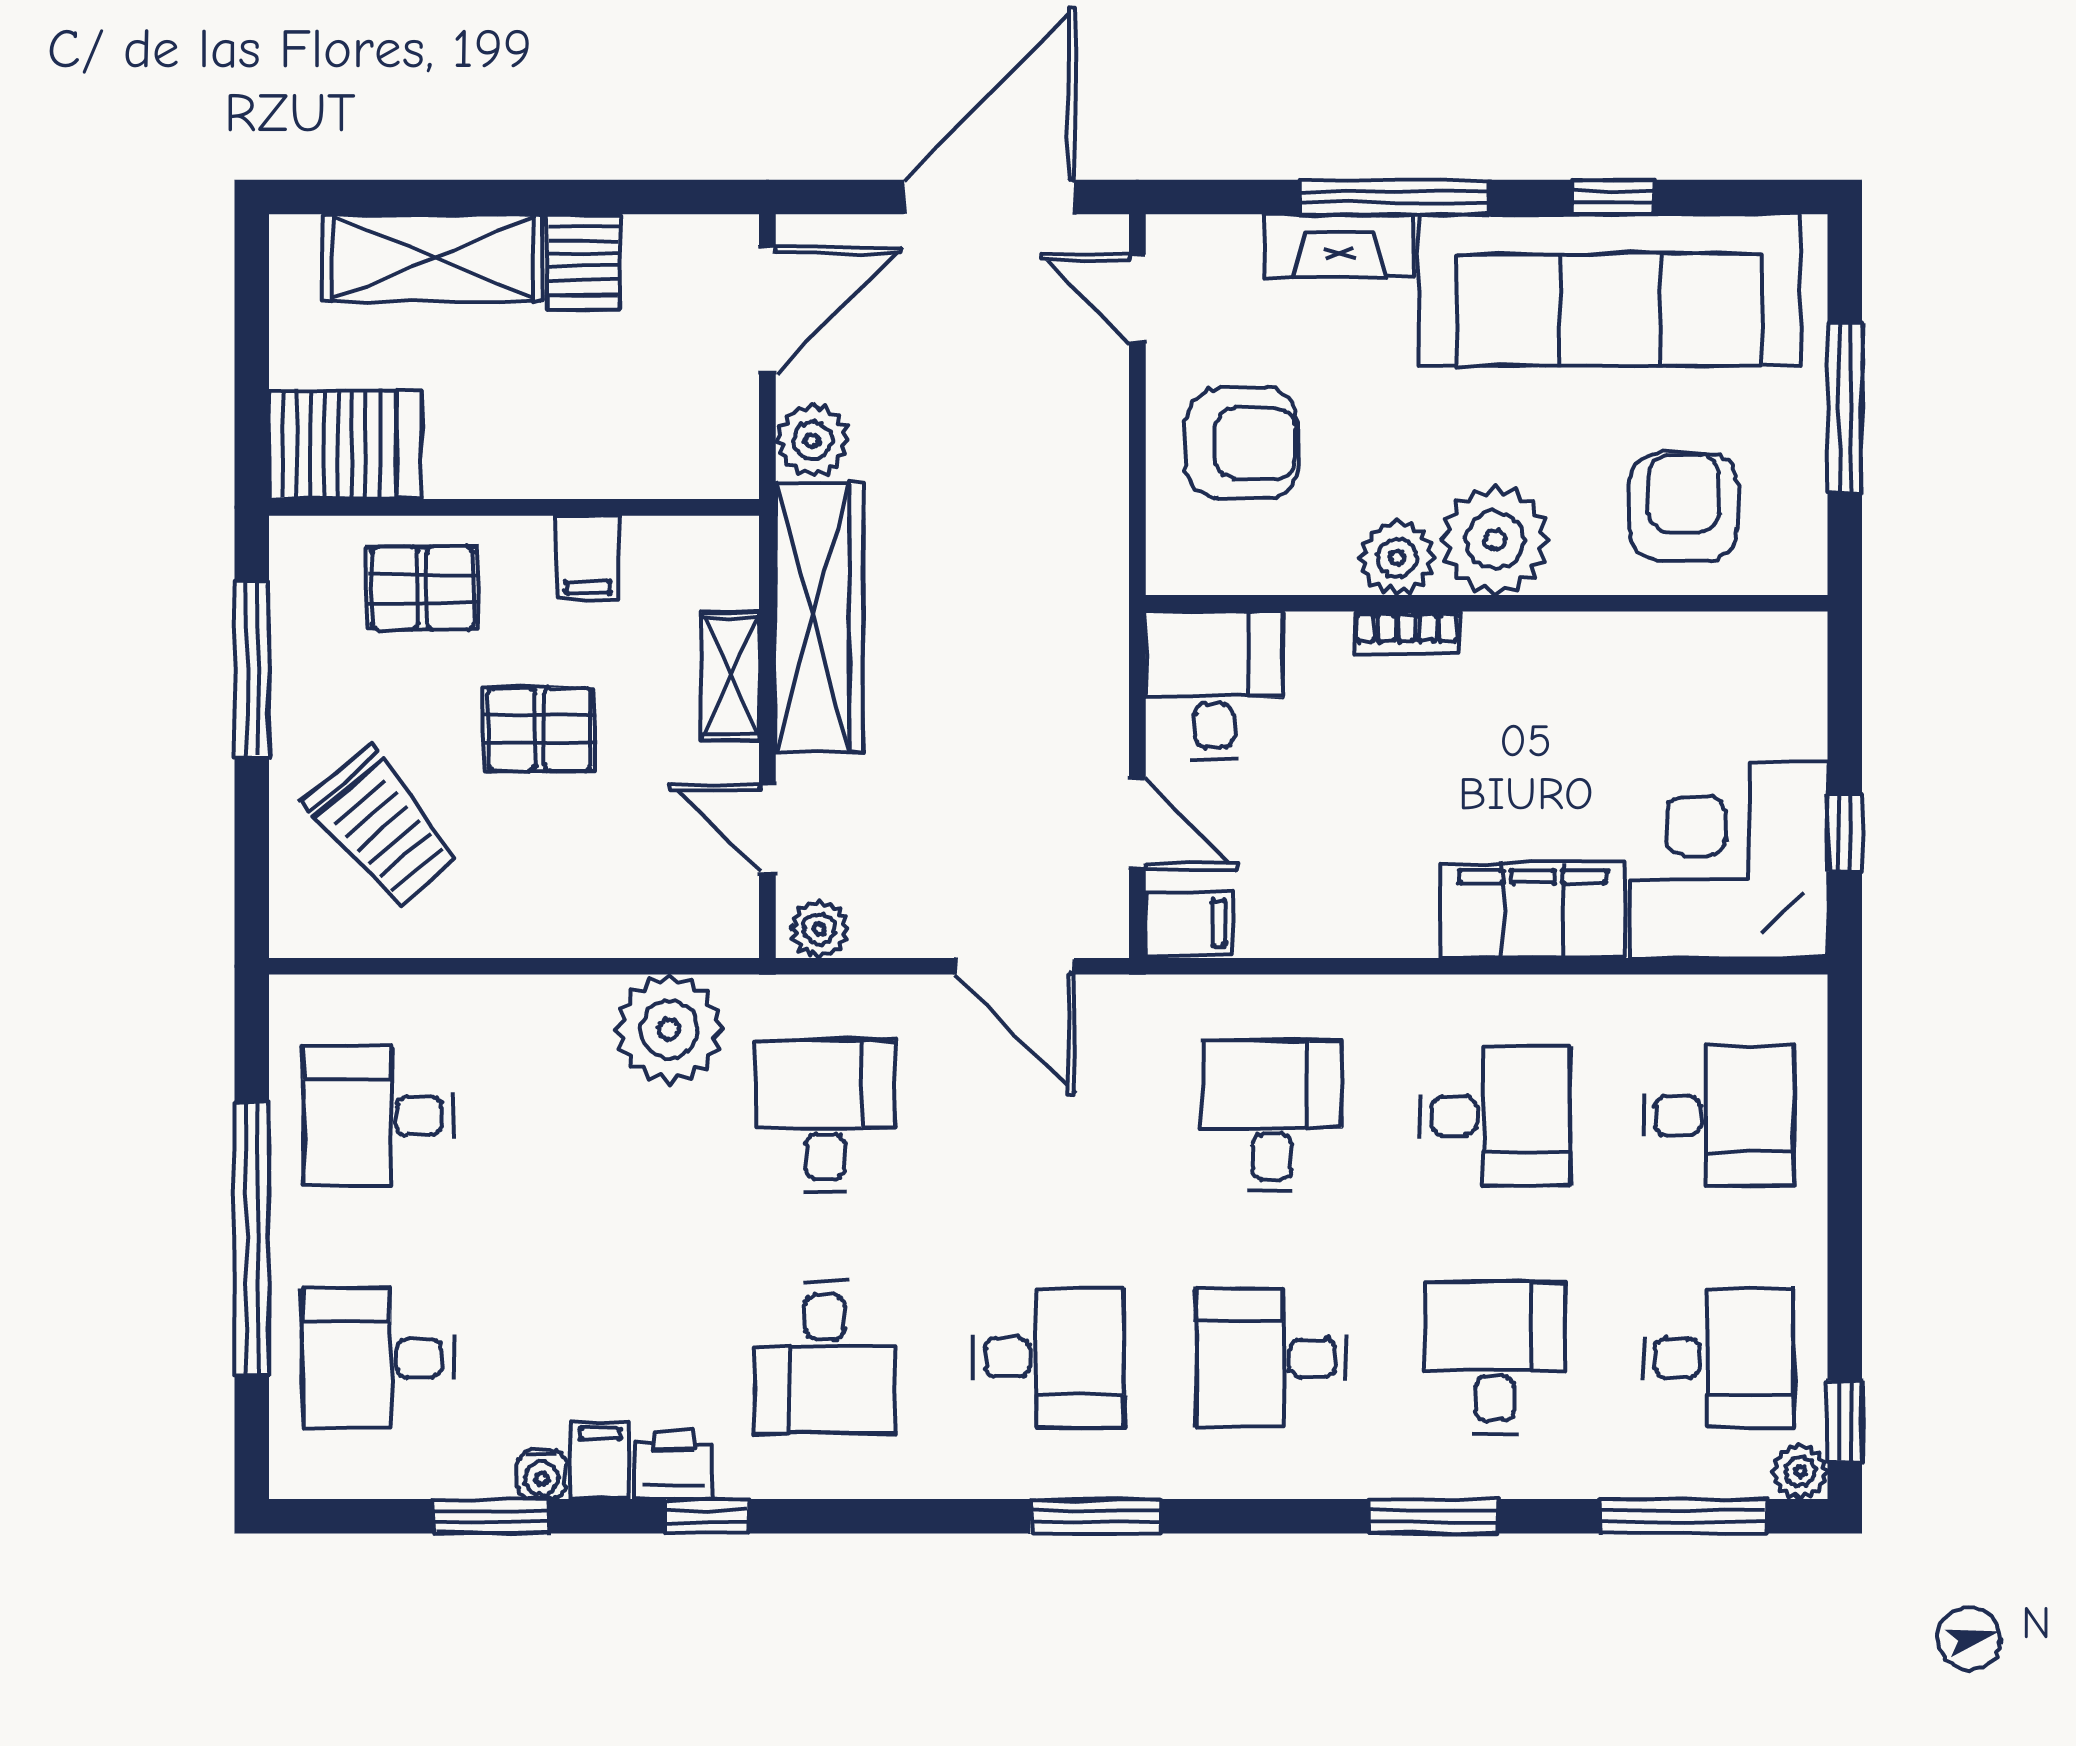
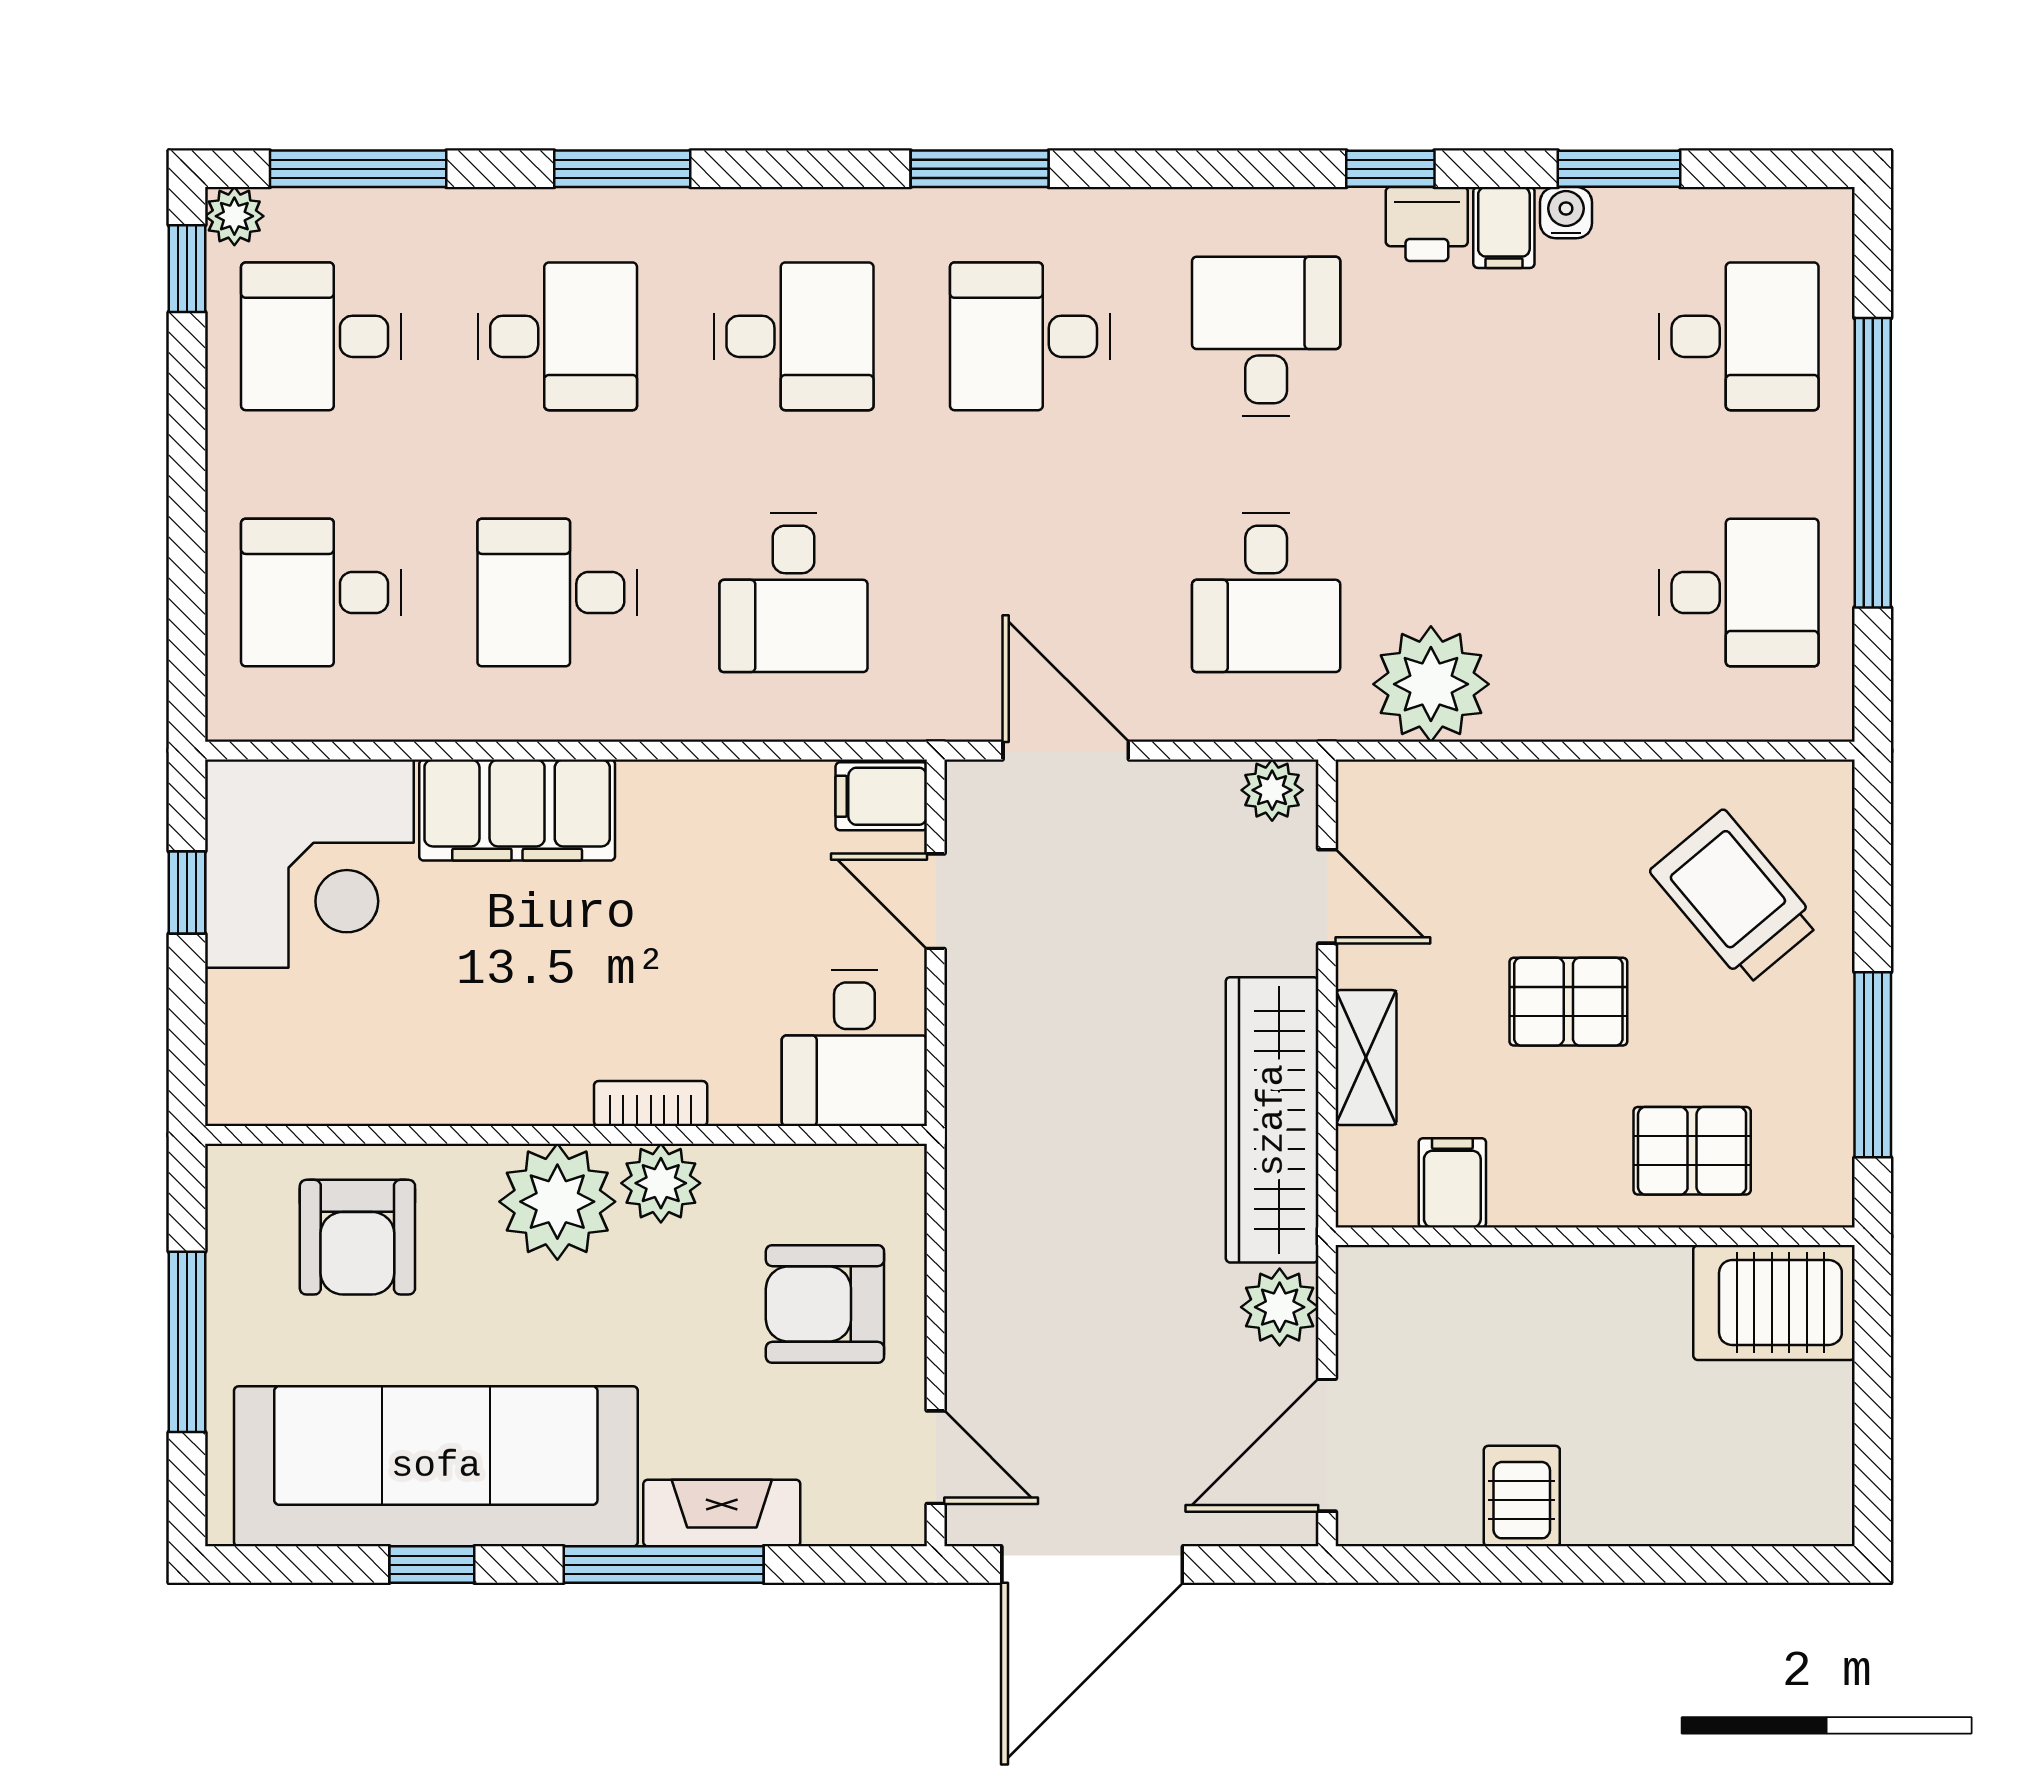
shelving: (433, 258) -> (1681, 1500), removed
filing cabinet: (588, 558) -> (1452, 1183), moved
desk: (1495, 1358) -> (557, 336), turned -90

